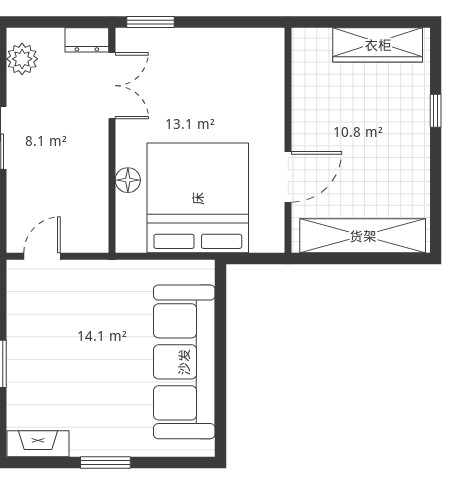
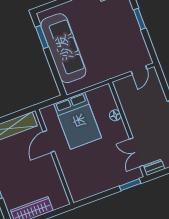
bed: (198, 198) -> (78, 121), width x0.73
window: (220, 402) -> (42, 37), added

